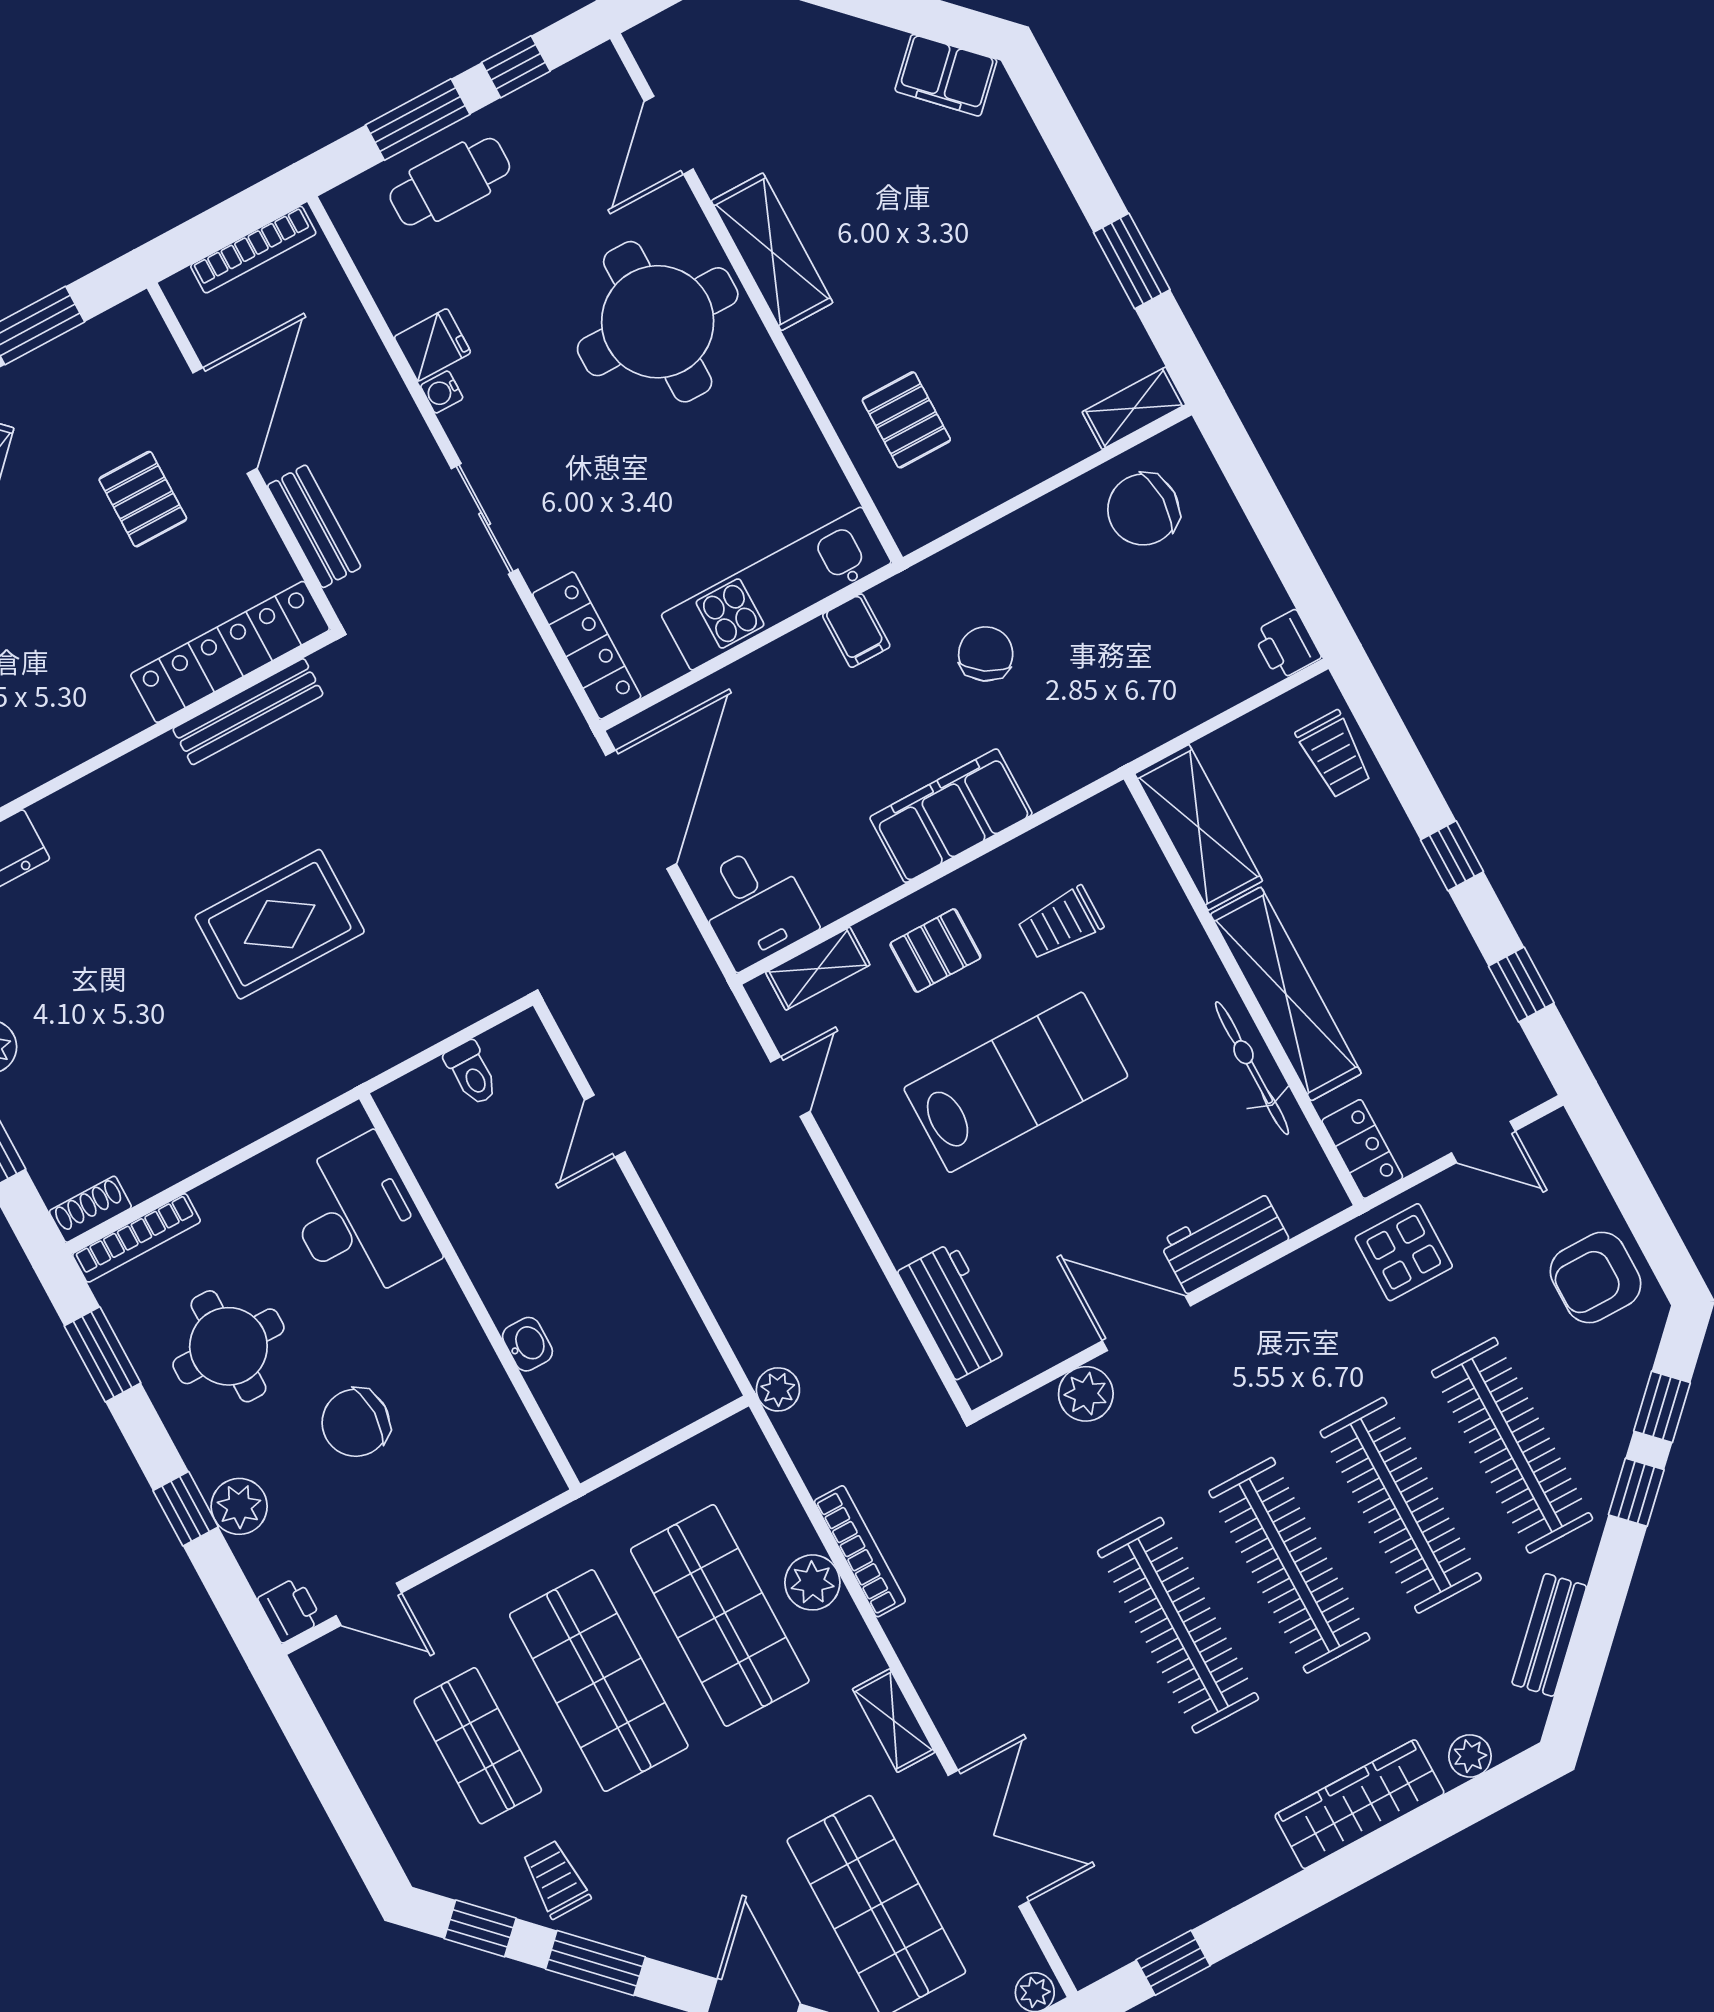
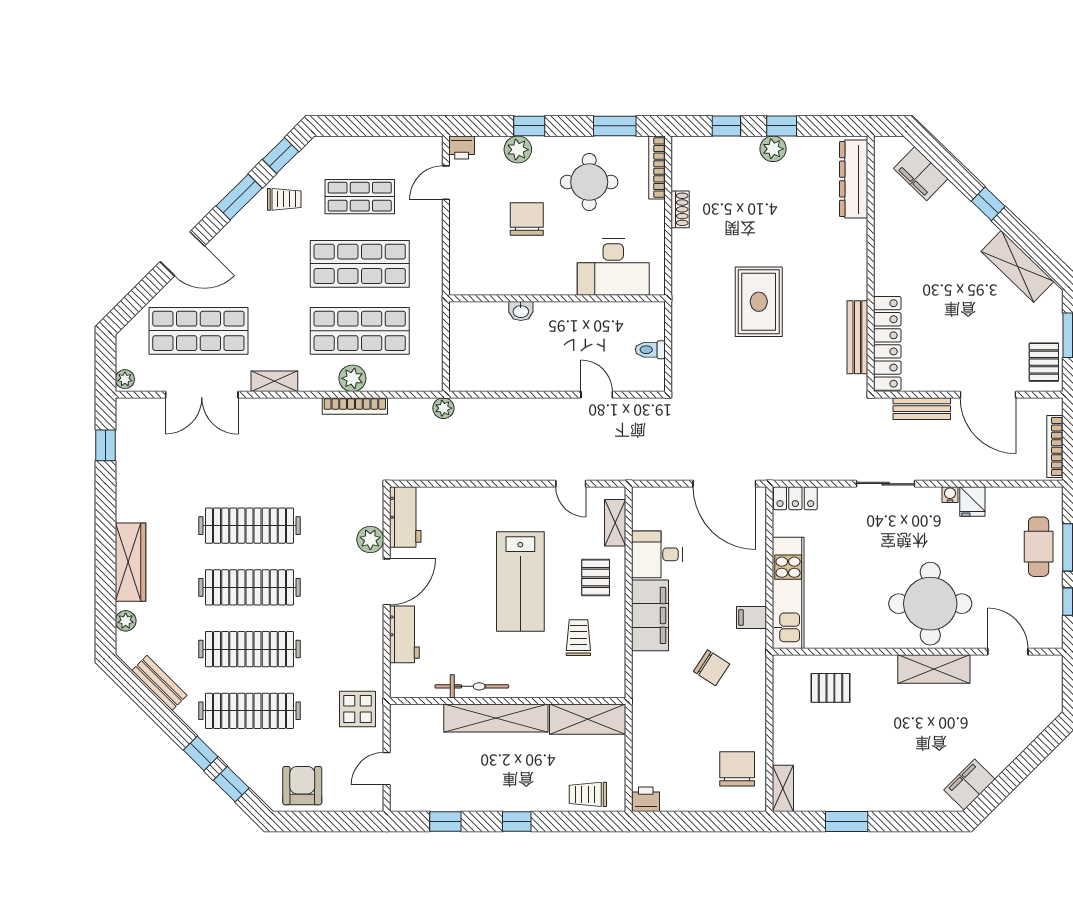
pallet: (143, 499) -> (1044, 362), moved, turned 90
locker: (587, 646) -> (795, 498), width x0.66
desk: (754, 906) -> (657, 554), moved
locker: (1362, 1149) -> (412, 715), removed
shoe rack: (90, 1209) -> (680, 209), moved
workbench: (954, 1311) -> (405, 517), moved, turned -90

